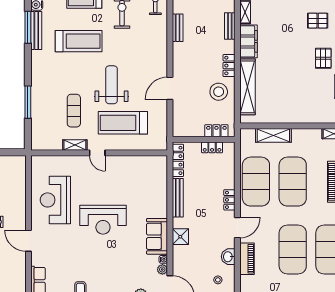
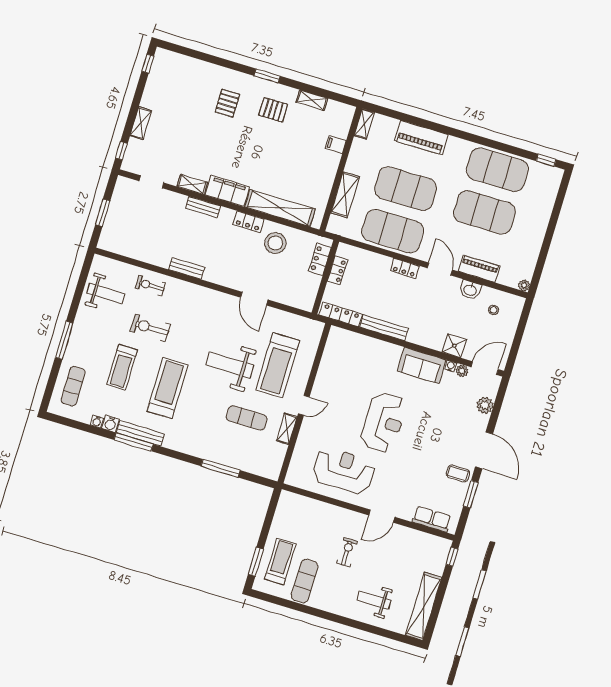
filing cabinet: (311, 116) -> (336, 145), added
reception desk: (55, 200) -> (344, 471), turned 180
shower: (180, 237) -> (454, 346), moved

